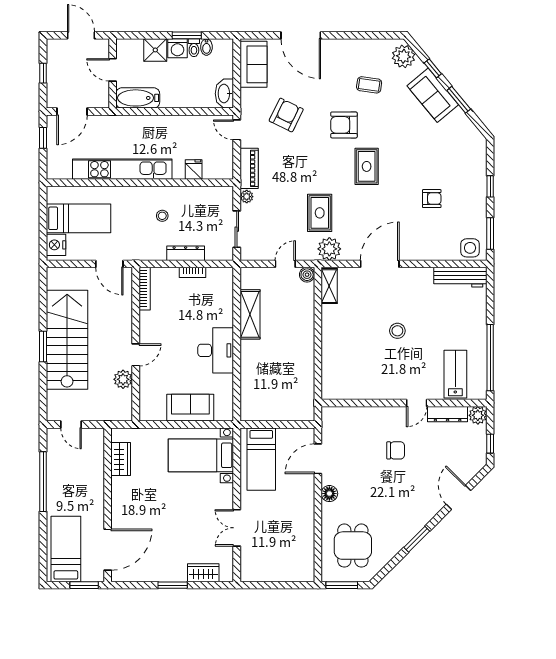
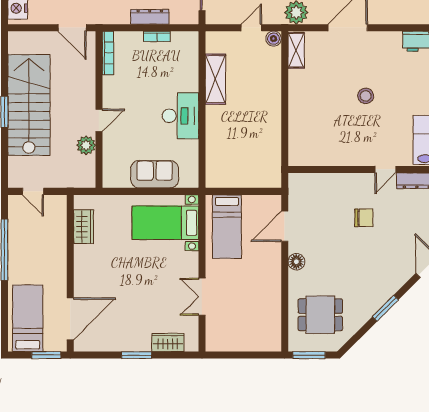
dining table: (353, 546) -> (320, 315), turned 90

